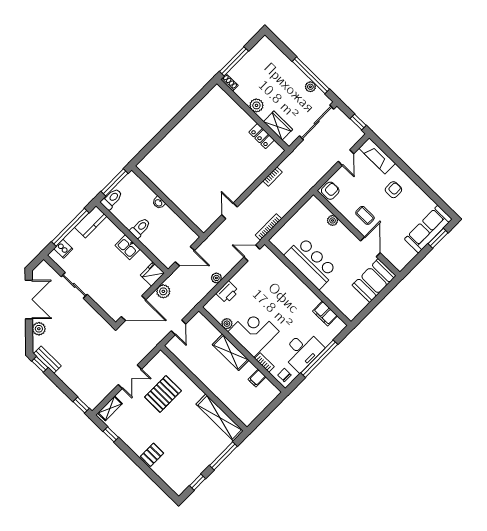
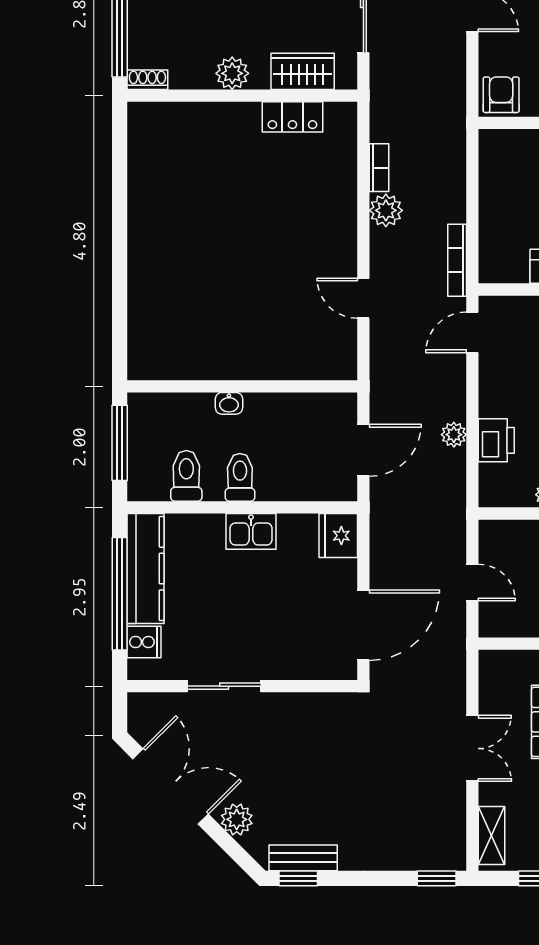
toilet: (112, 199) -> (186, 476), moved
kitchen counter: (91, 222) -> (146, 569), width x1.50
plant: (163, 291) -> (386, 210), moved

